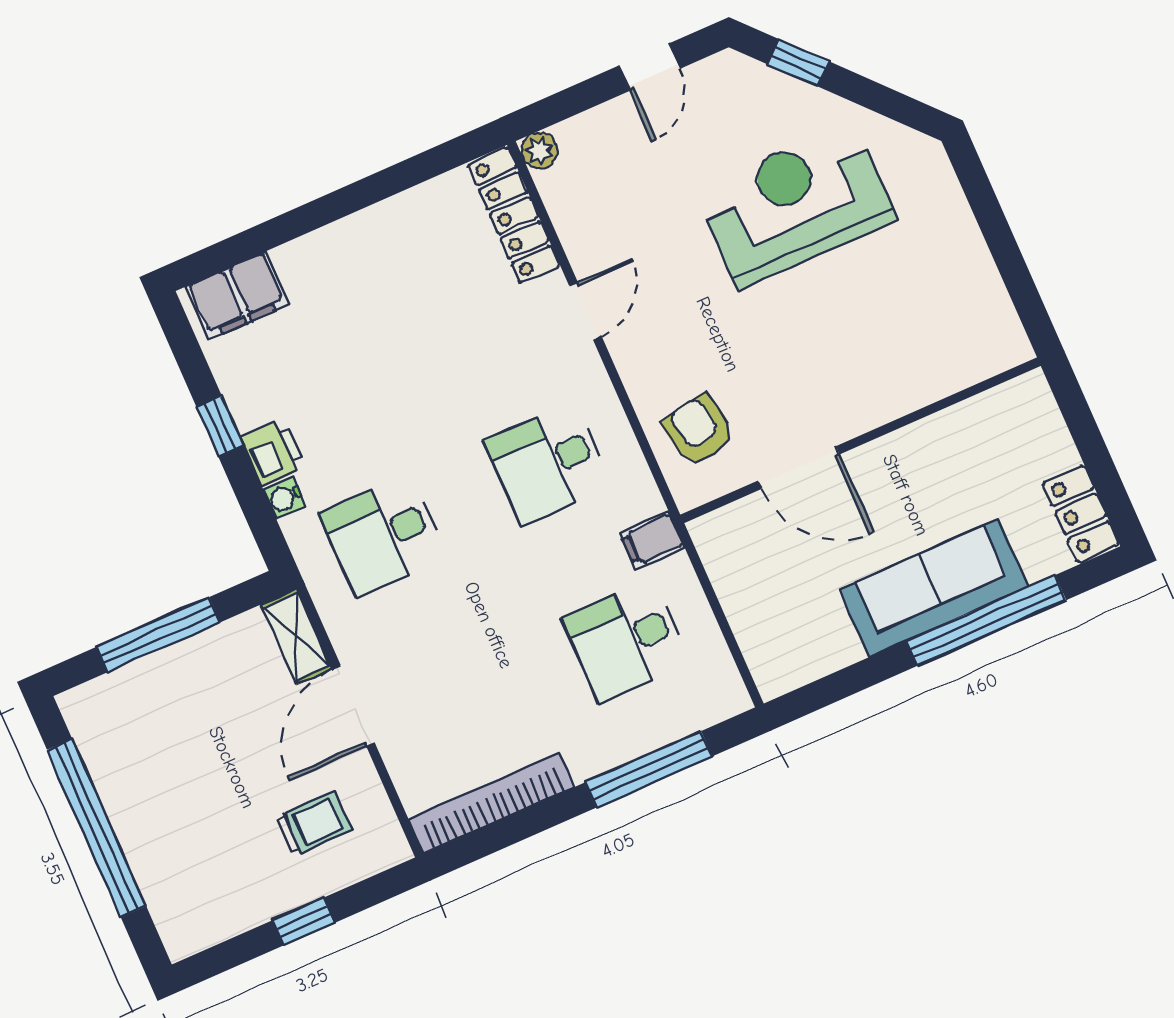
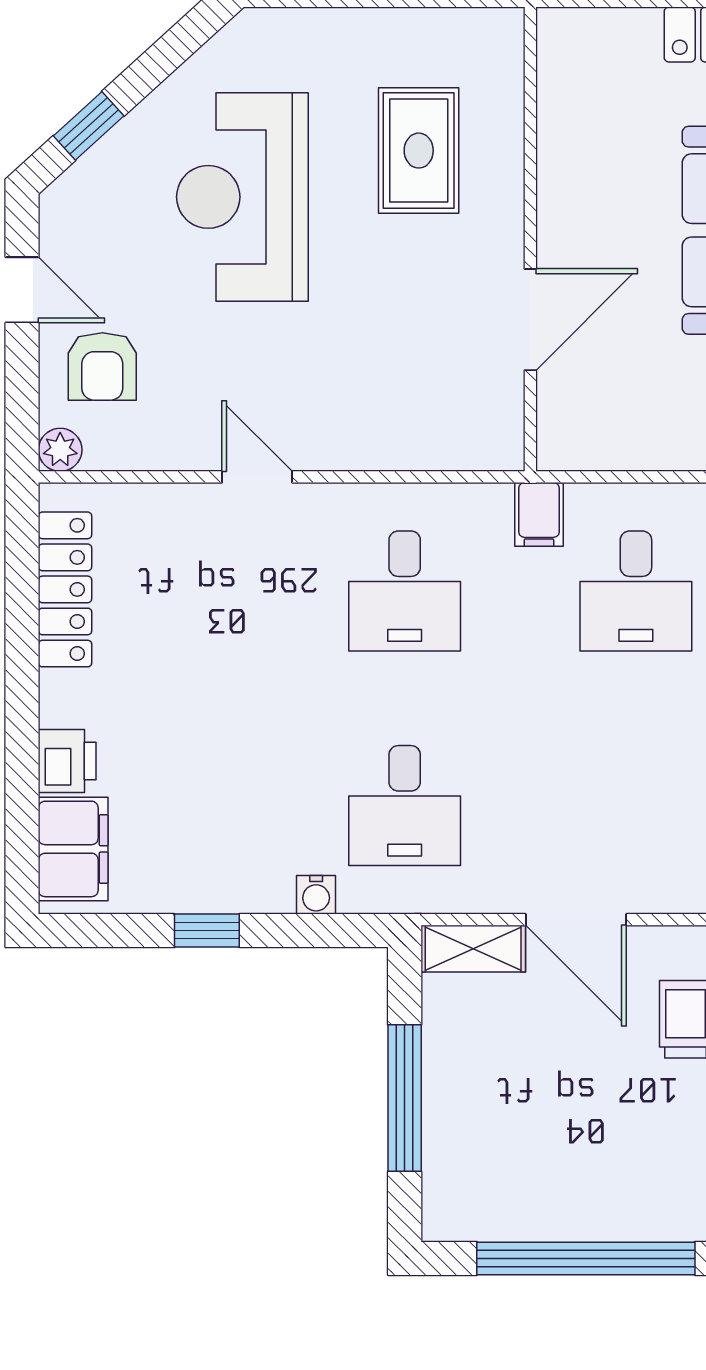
locker: (514, 215) -> (65, 589), moved, turned -90
rug: (891, 324) -> (419, 151), added
armchair: (698, 430) -> (102, 366), moved, turned -80
printer: (273, 452) -> (67, 761), moved, turned 90

